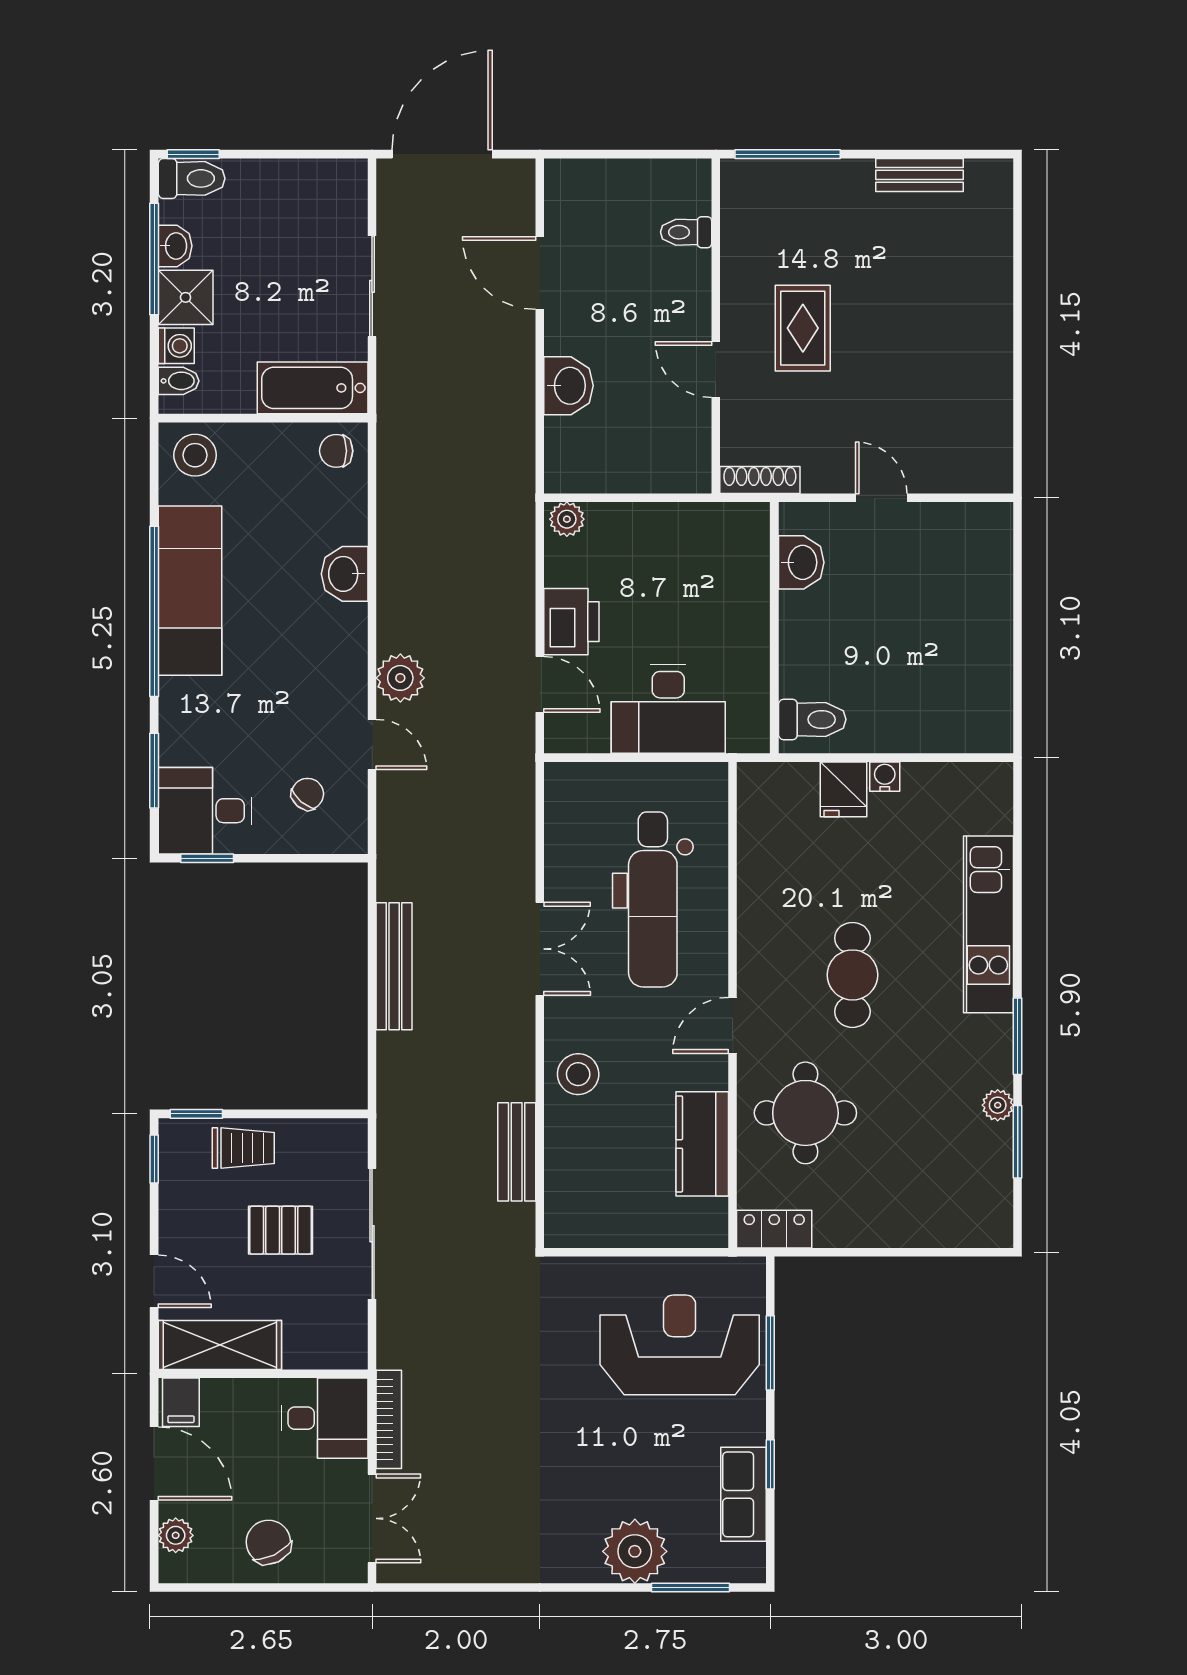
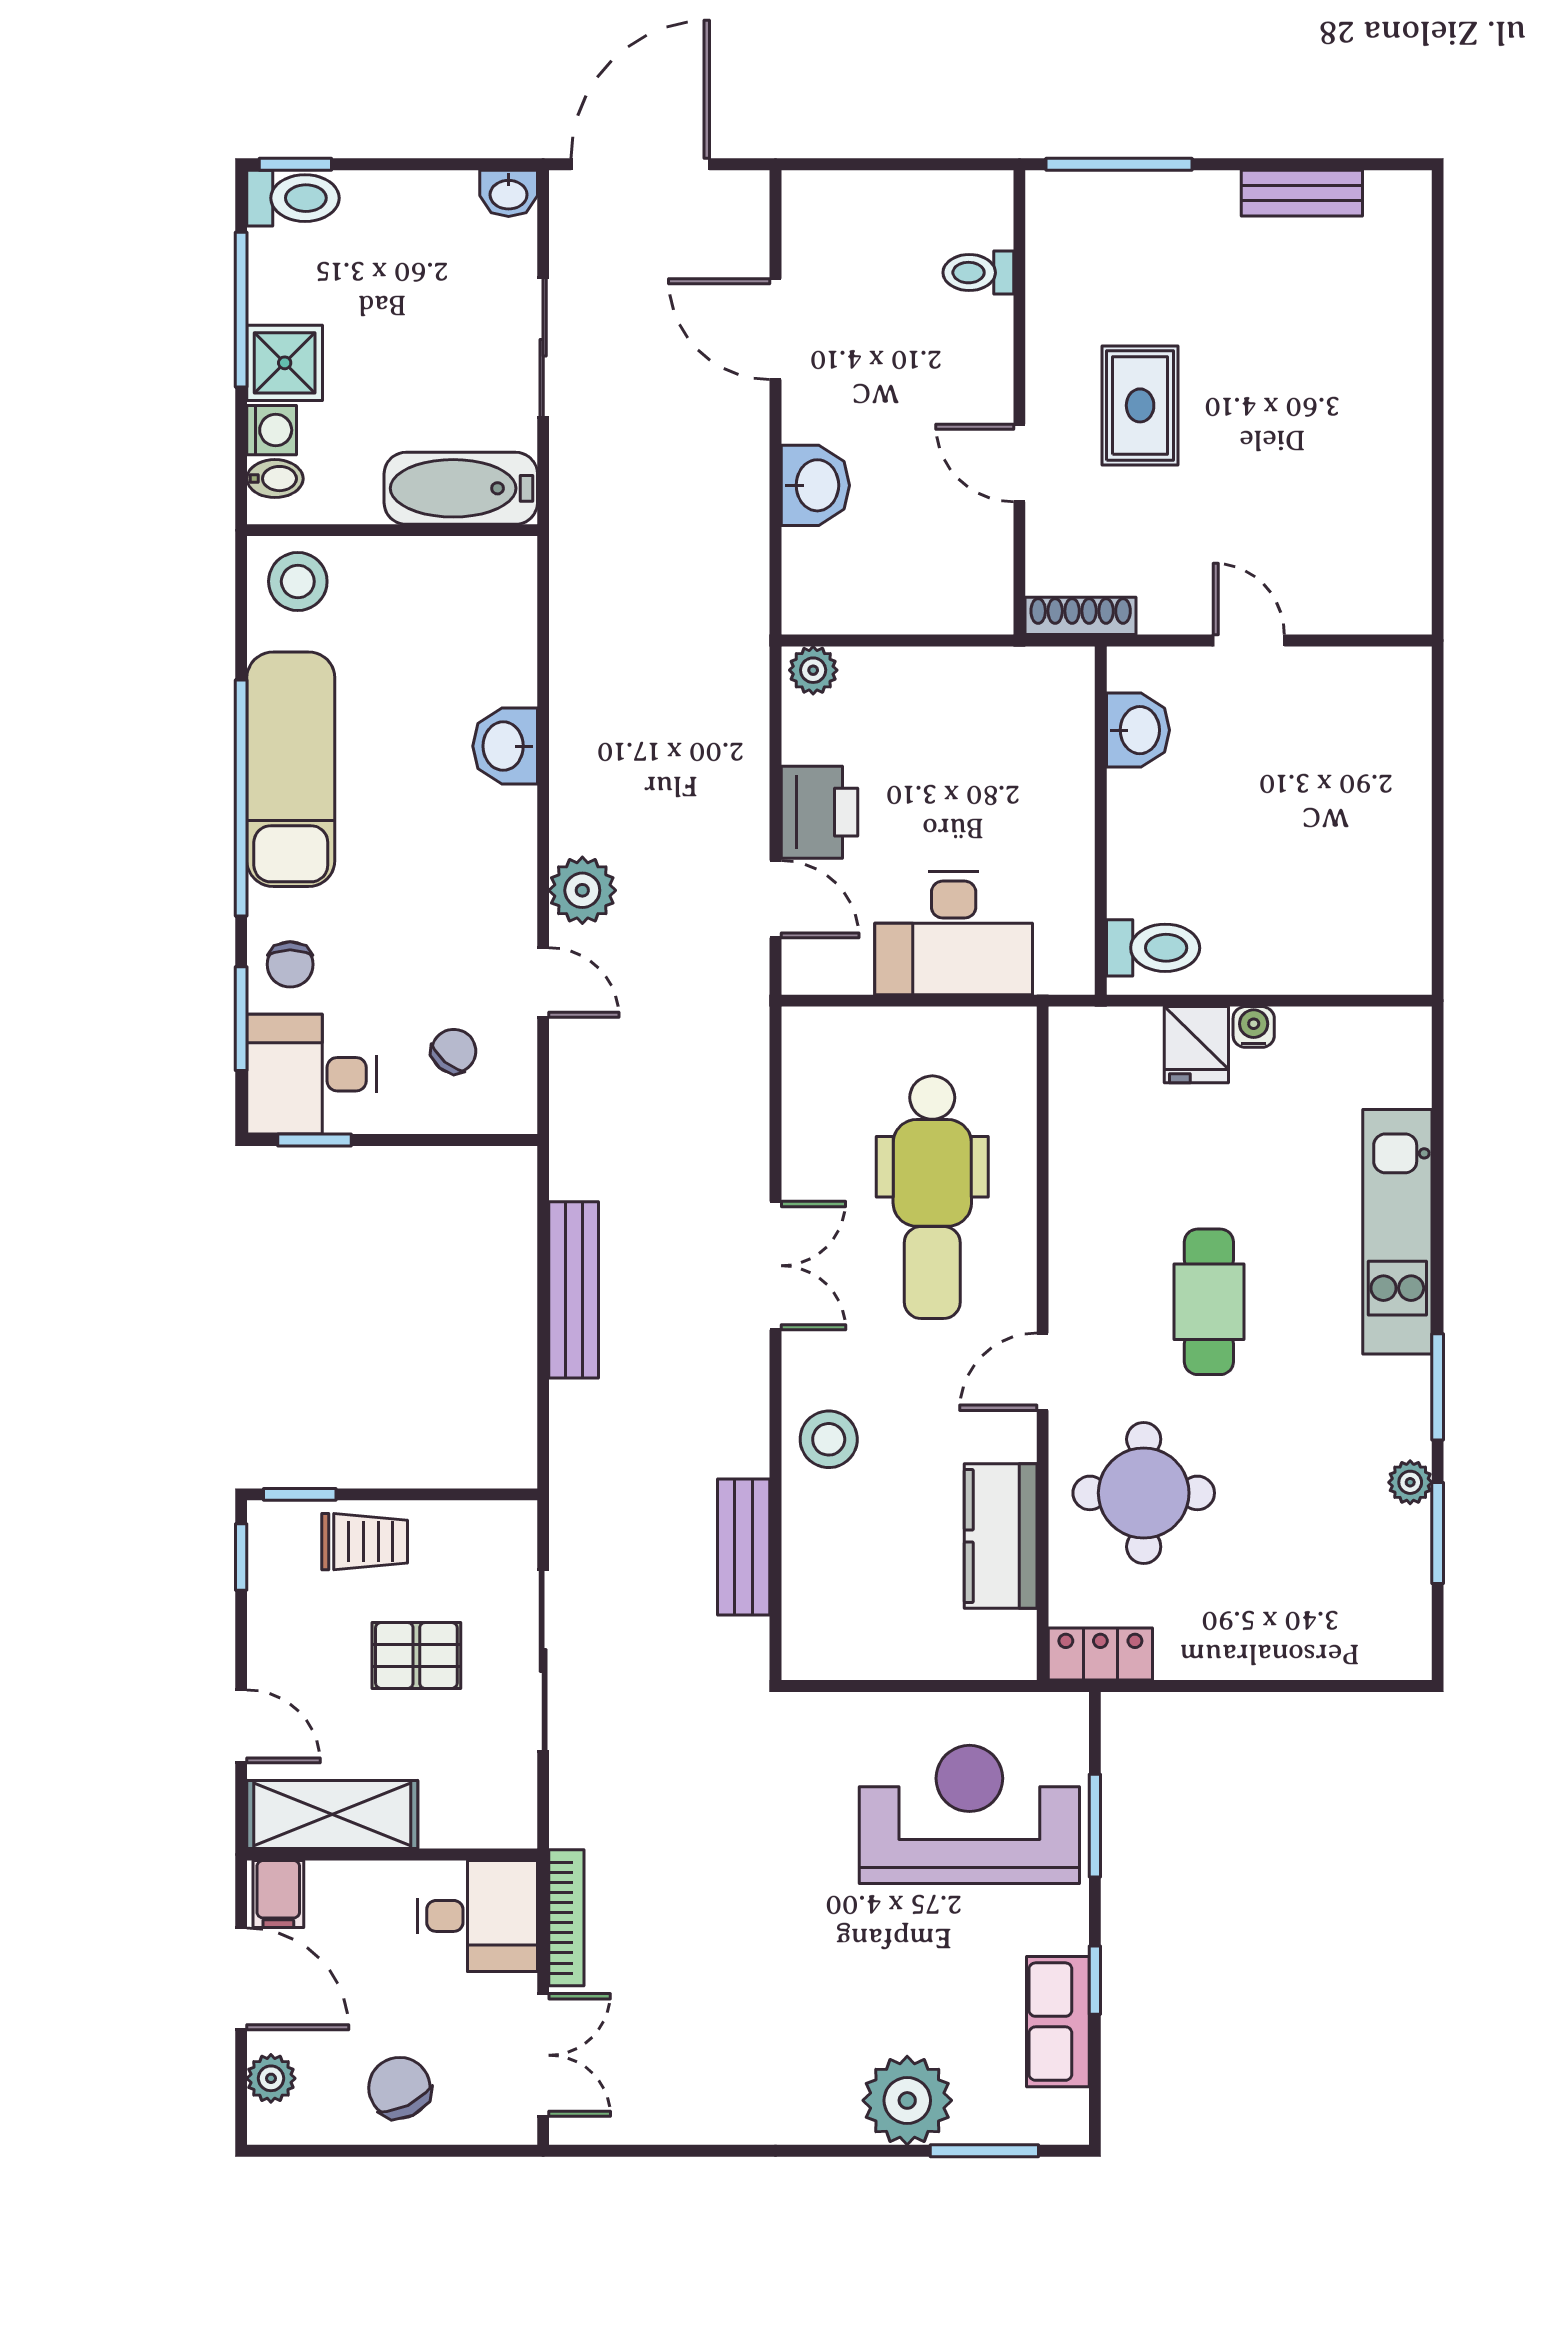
washbasin: (175, 246) -> (509, 193), moved, turned 90
chair: (336, 451) -> (290, 964), moved, turned -90

